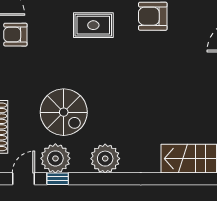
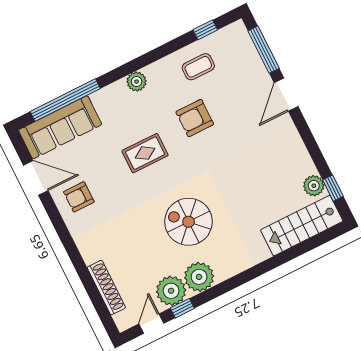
spiral stairs: (64, 112) -> (188, 222), moved, turned 180
plant: (105, 159) -> (199, 277), moved

